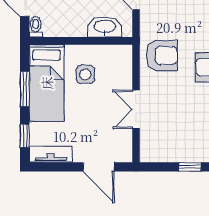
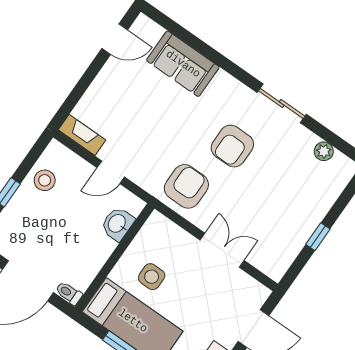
washbasin: (105, 27) -> (117, 224), width x0.72
double door: (136, 109) -> (222, 250), swing flipped

